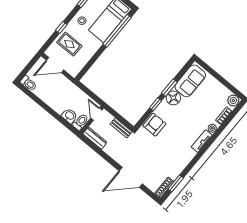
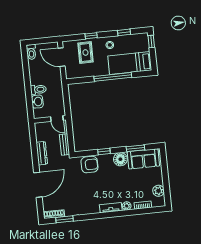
window: (117, 31) -> (113, 77), moved
window: (169, 88) -> (135, 148), moved
plant: (233, 100) -> (159, 191), moved
door: (96, 114) -> (57, 119), swing flipped
toilet: (80, 122) -> (38, 89), moved
dresser: (95, 138) -> (42, 153), moved
door: (131, 177) -> (38, 185), swing flipped

